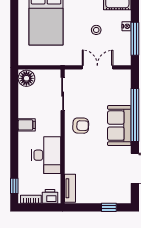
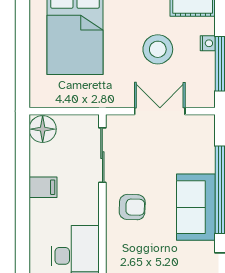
stool: (96, 30) -> (158, 49), width x1.89, depth x1.89
filing cabinet: (27, 125) -> (43, 187), moved

